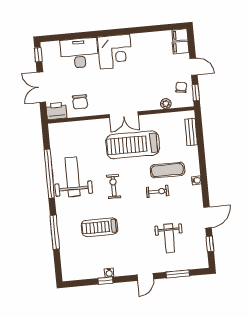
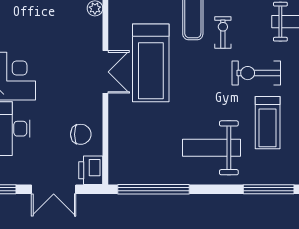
window: (49, 174) -> (154, 189), moved
weight bench: (73, 177) -> (212, 148), moved
exercise bike: (113, 186) -> (256, 73), moved, width x1.38, depth x1.39

